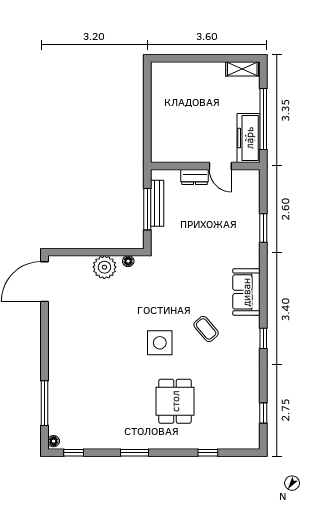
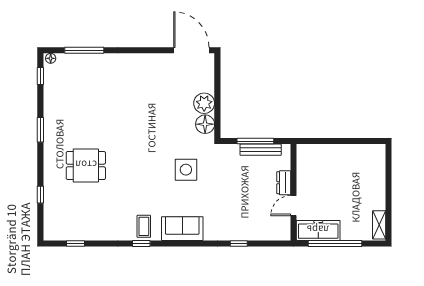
window: (263, 228) -> (239, 243), width x0.67
floor lamp: (128, 261) -> (205, 124), width x1.89, depth x1.89
coffee table: (206, 329) -> (144, 226), moved, turned -50
side table: (160, 343) -> (186, 170), moved

